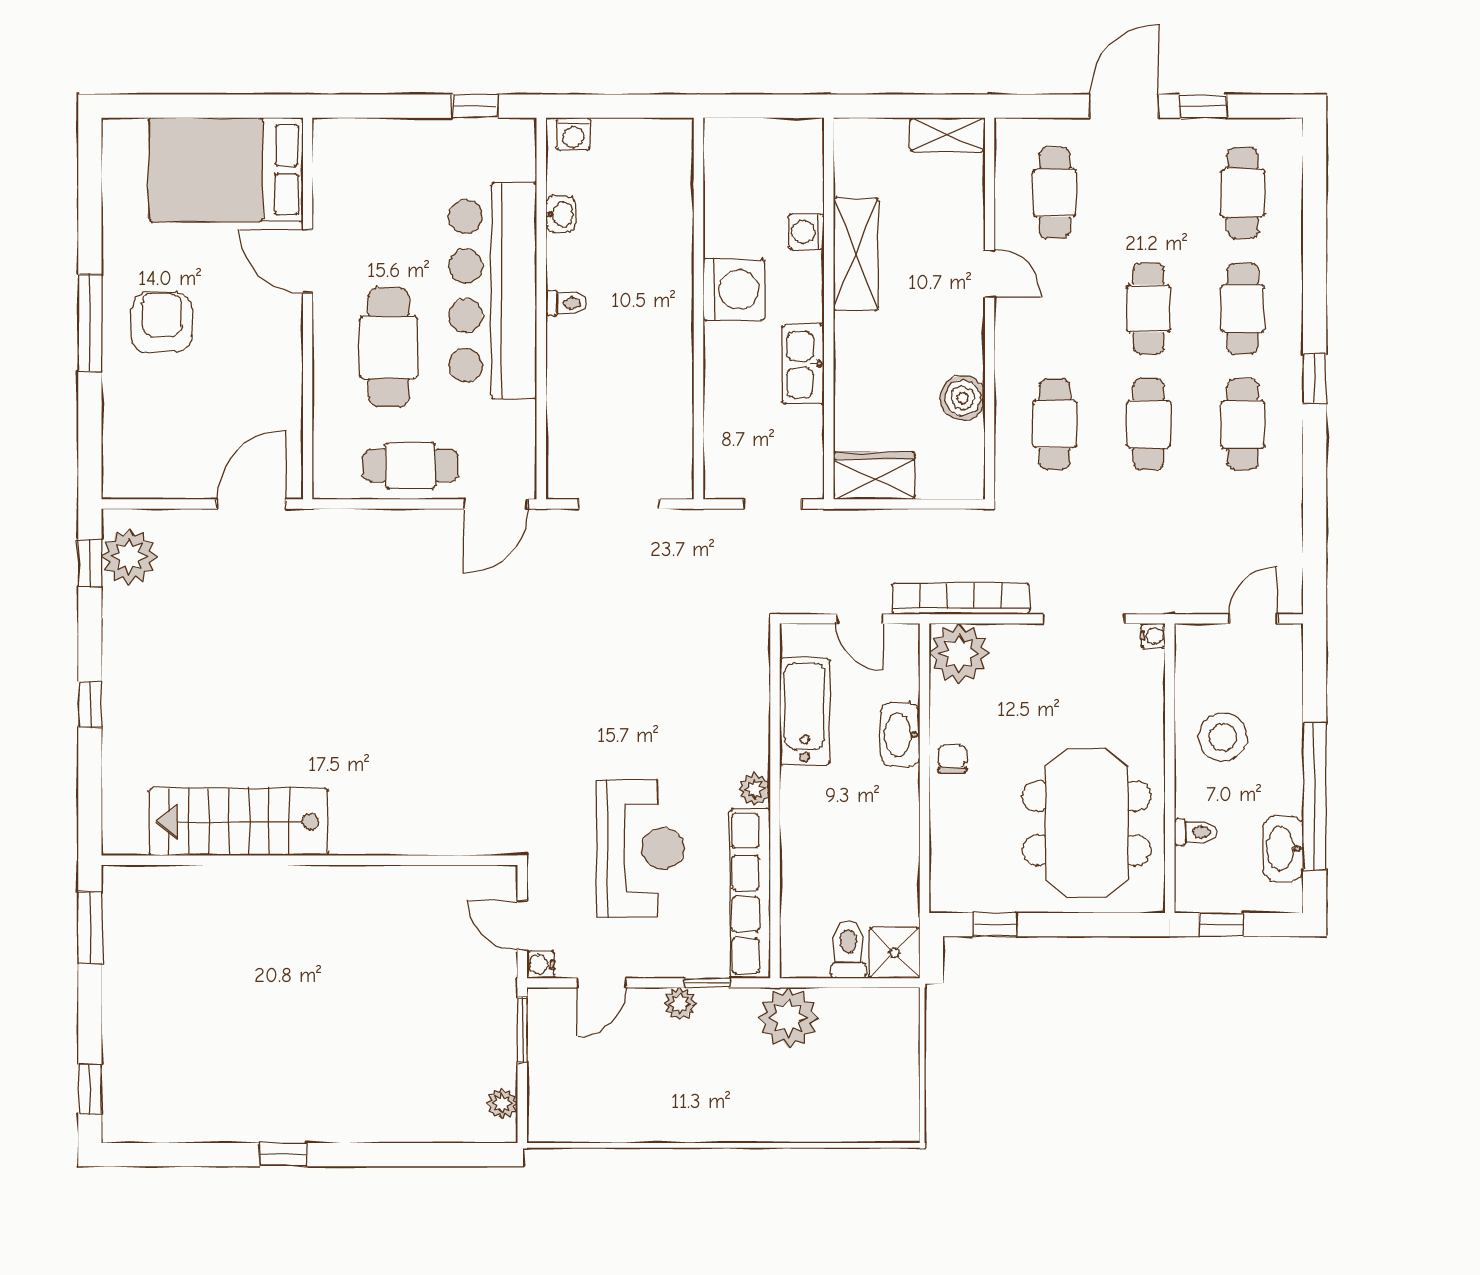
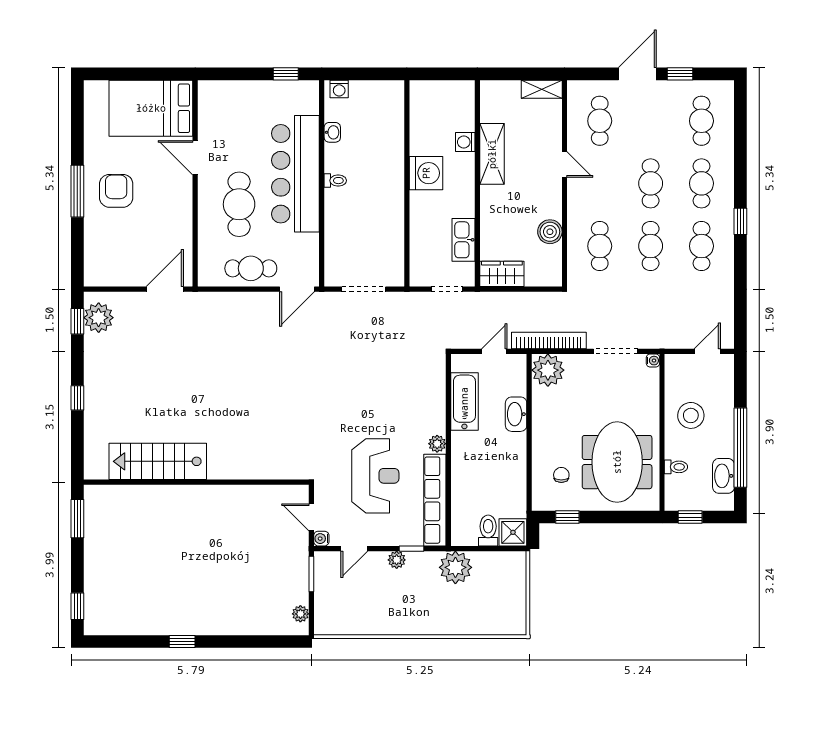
kitchen sink: (803, 364) -> (463, 240), moved
door: (860, 619) -> (494, 351), swing flipped
chair: (952, 759) -> (561, 475), moved

